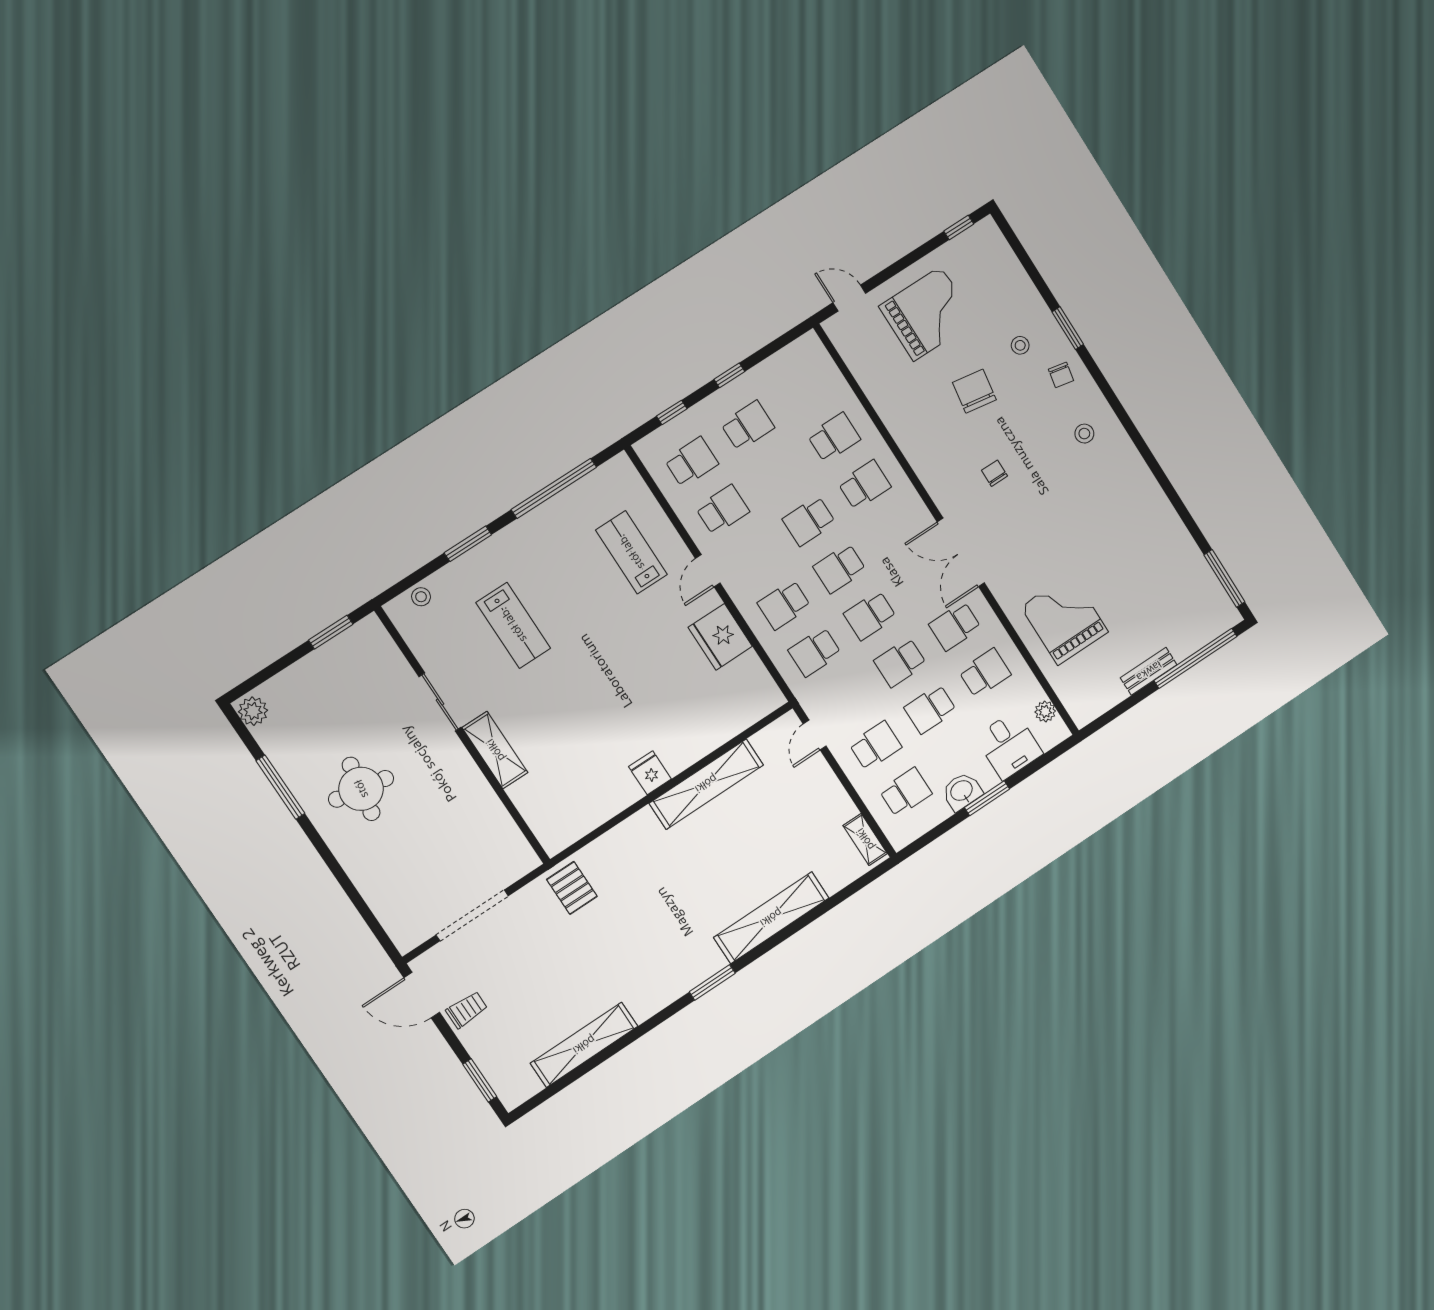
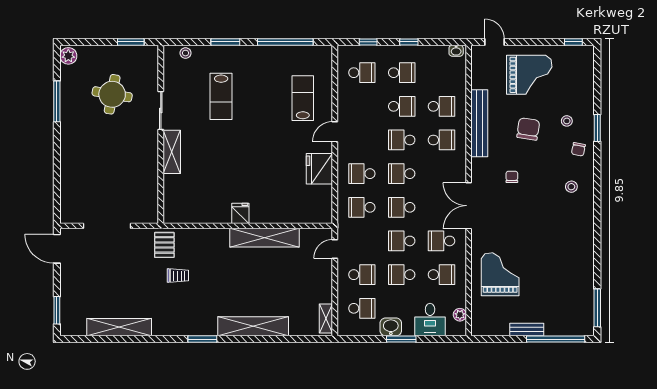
washbasin: (804, 345) -> (456, 51), added
bench: (902, 427) -> (479, 123), added
school desk: (723, 510) -> (402, 106), moved
round table: (361, 789) -> (112, 94), moved
trolley: (467, 1010) -> (178, 276), moved

